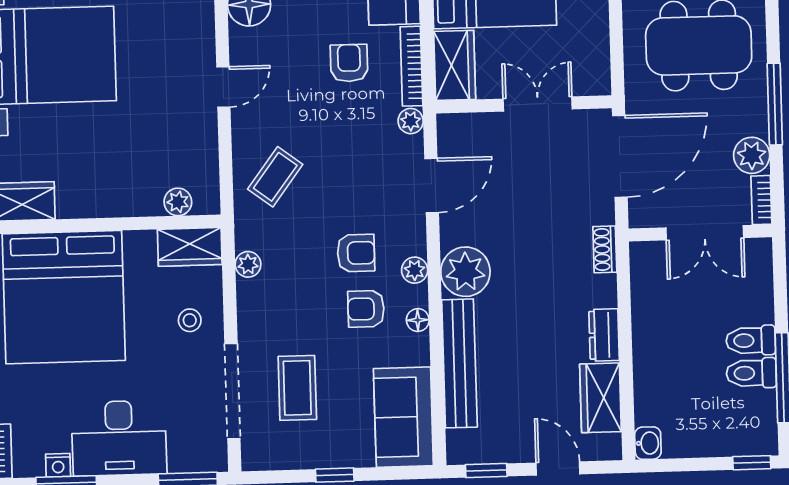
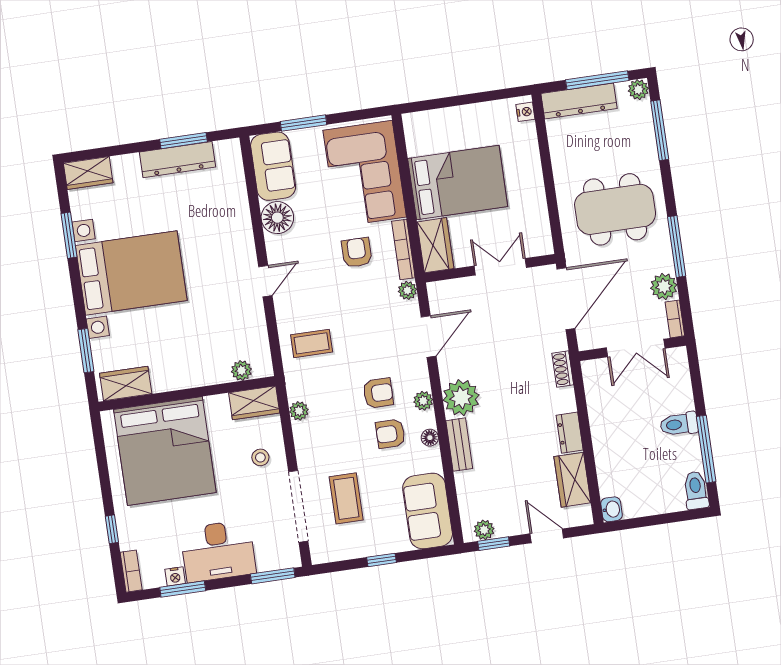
coffee table: (275, 177) -> (312, 343), turned 53
bench: (459, 363) -> (459, 445), width x0.54, depth x0.82
toilet: (751, 373) -> (696, 490), moved, turned 90
plant: (476, 451) -> (484, 530), added
window: (752, 463) -> (690, 515), removed

